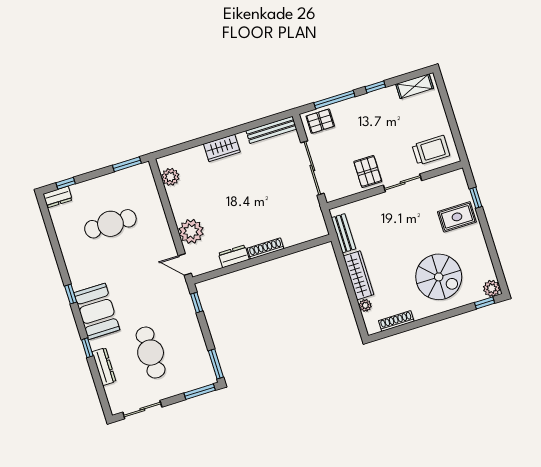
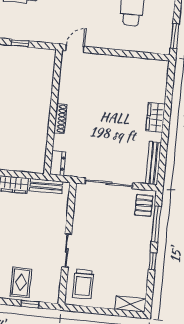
shelving: (415, 86) -> (130, 304), moved, turned 90
pallet: (368, 171) -> (87, 226), removed
plant: (170, 177) -> (150, 67), removed
plant: (191, 231) -> (99, 65), removed
dresser: (234, 256) -> (58, 163), moved
window: (197, 303) -> (20, 43), moved

